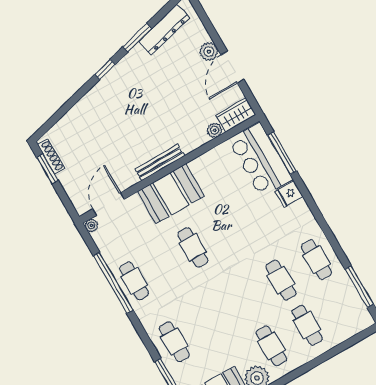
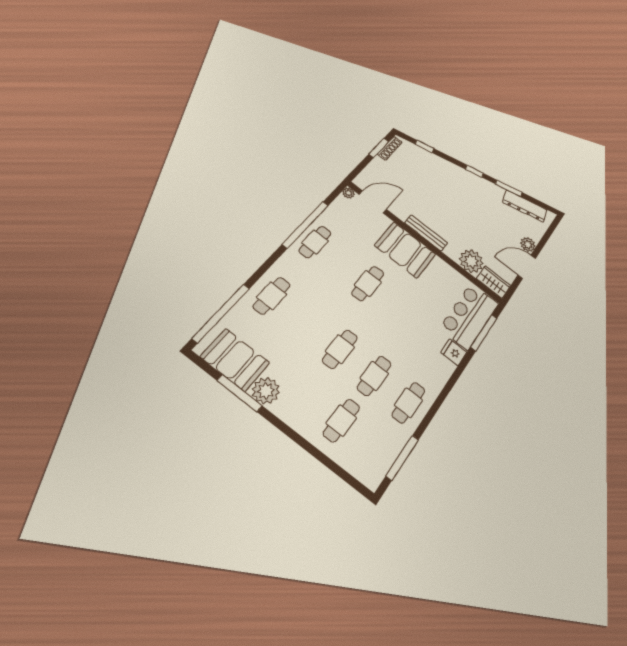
window: (59, 115) -> (425, 146), added
plant: (215, 130) -> (471, 261), width x1.88, depth x1.88
cafe table: (271, 346) -> (340, 349), moved

